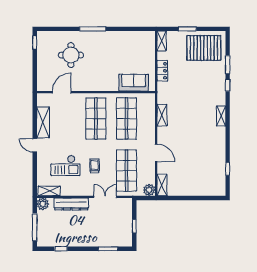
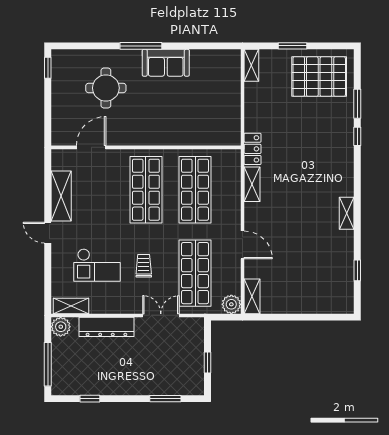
locker: (162, 71) -> (253, 149), moved
sofa: (134, 83) -> (166, 63), moved, turned 180
shelving: (221, 116) -> (347, 213), moved

